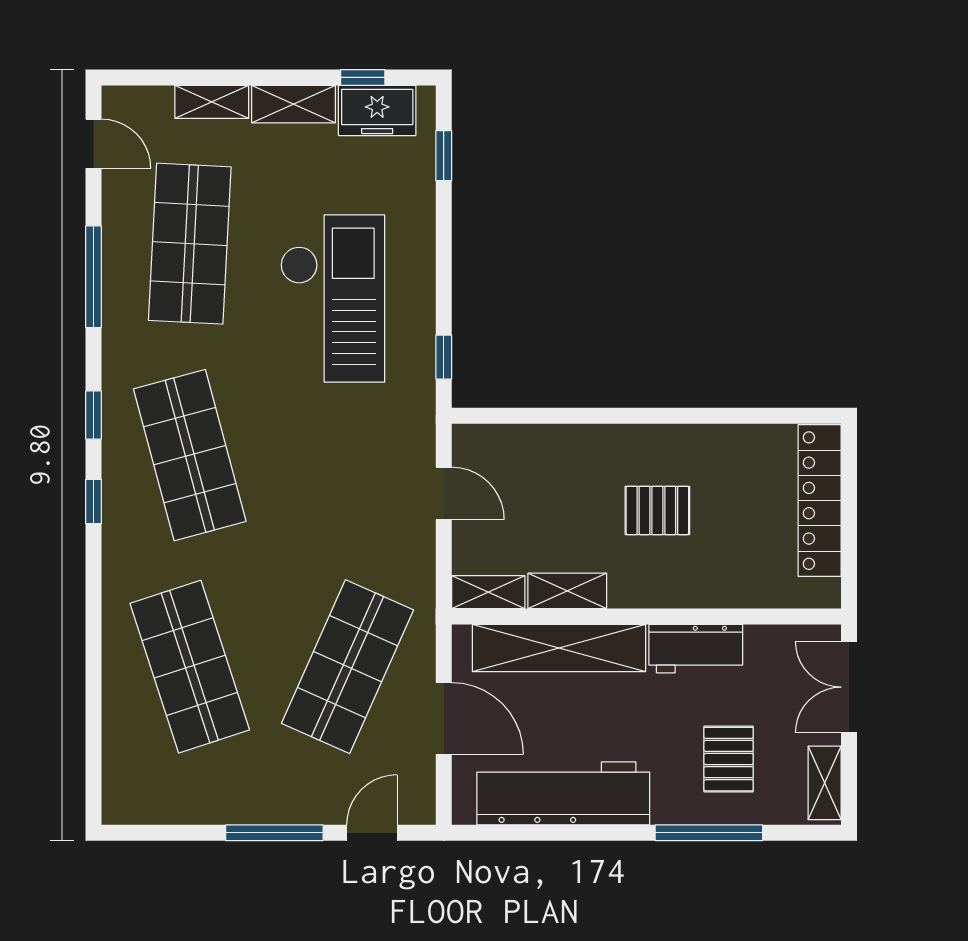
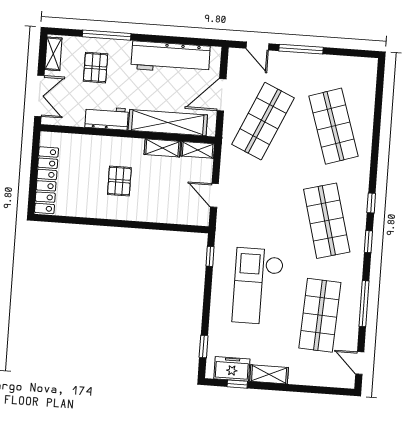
shelving: (212, 102) -> (306, 378), removed
pallet: (657, 510) -> (119, 181), turned 90
door: (444, 718) -> (222, 95), hinge flipped
door: (372, 833) -> (257, 46), hinge flipped

